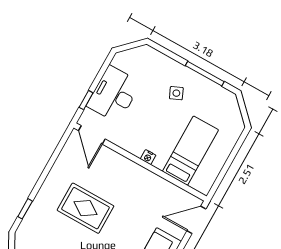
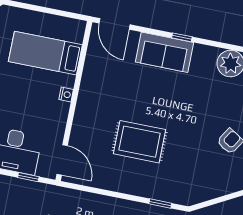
door: (92, 135) -> (62, 160), hinge flipped
rug: (85, 208) -> (140, 142), turned 90

